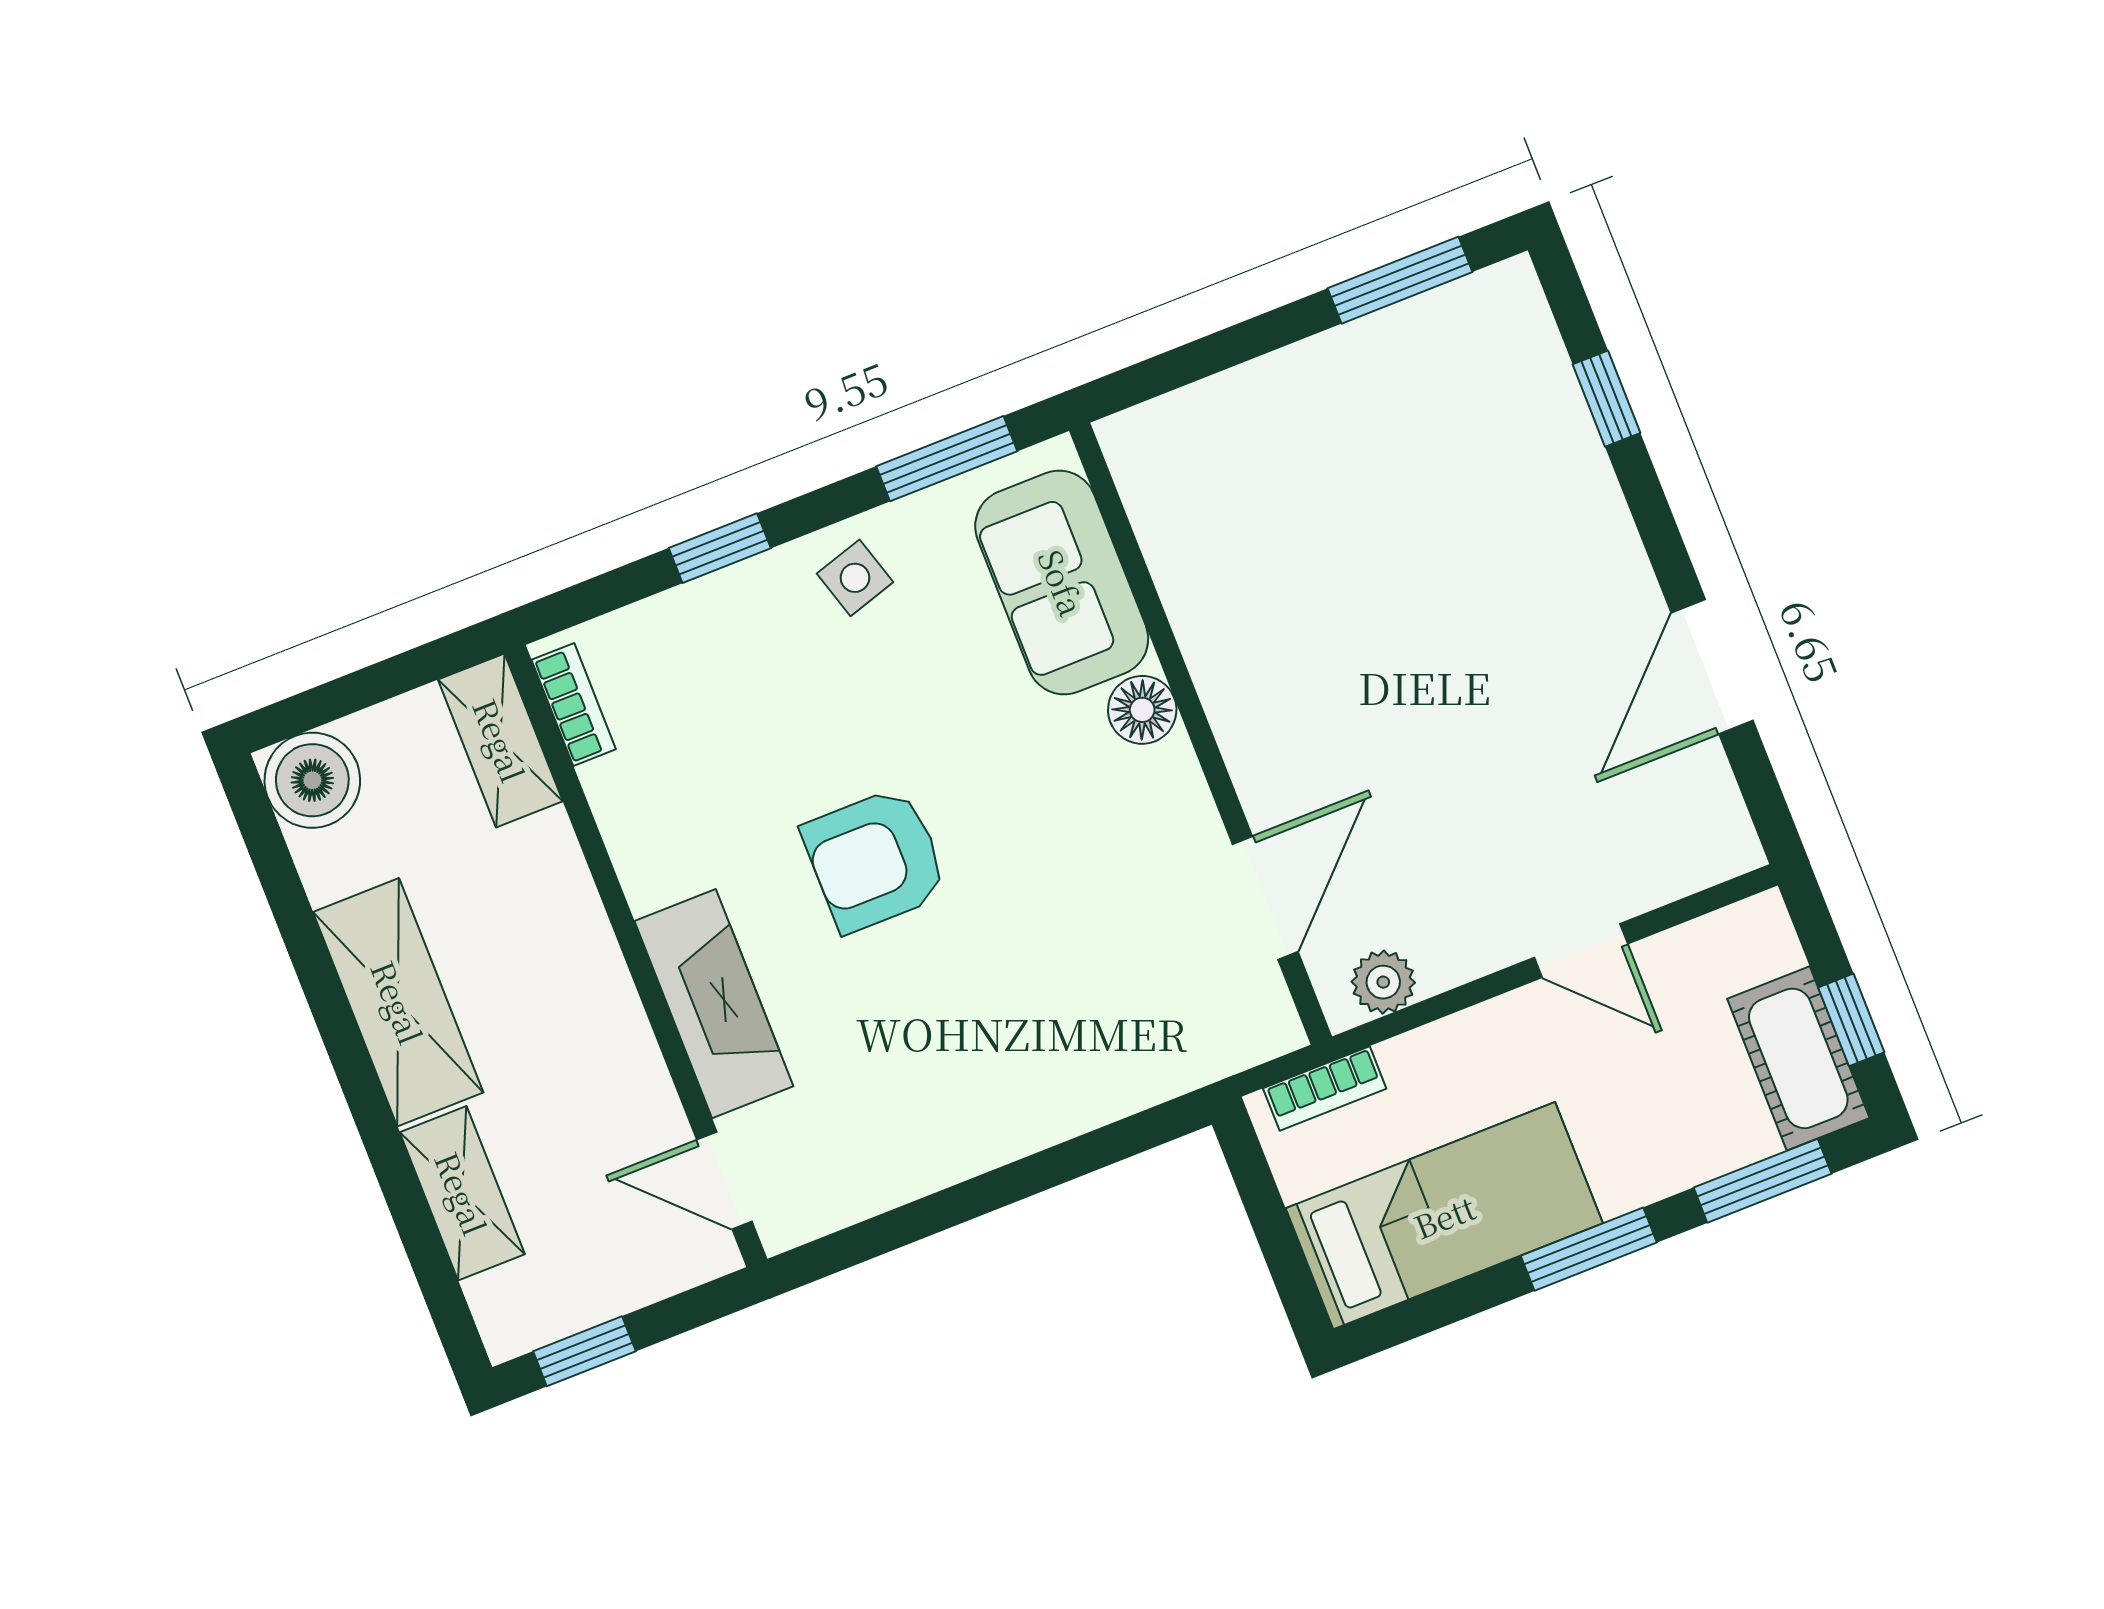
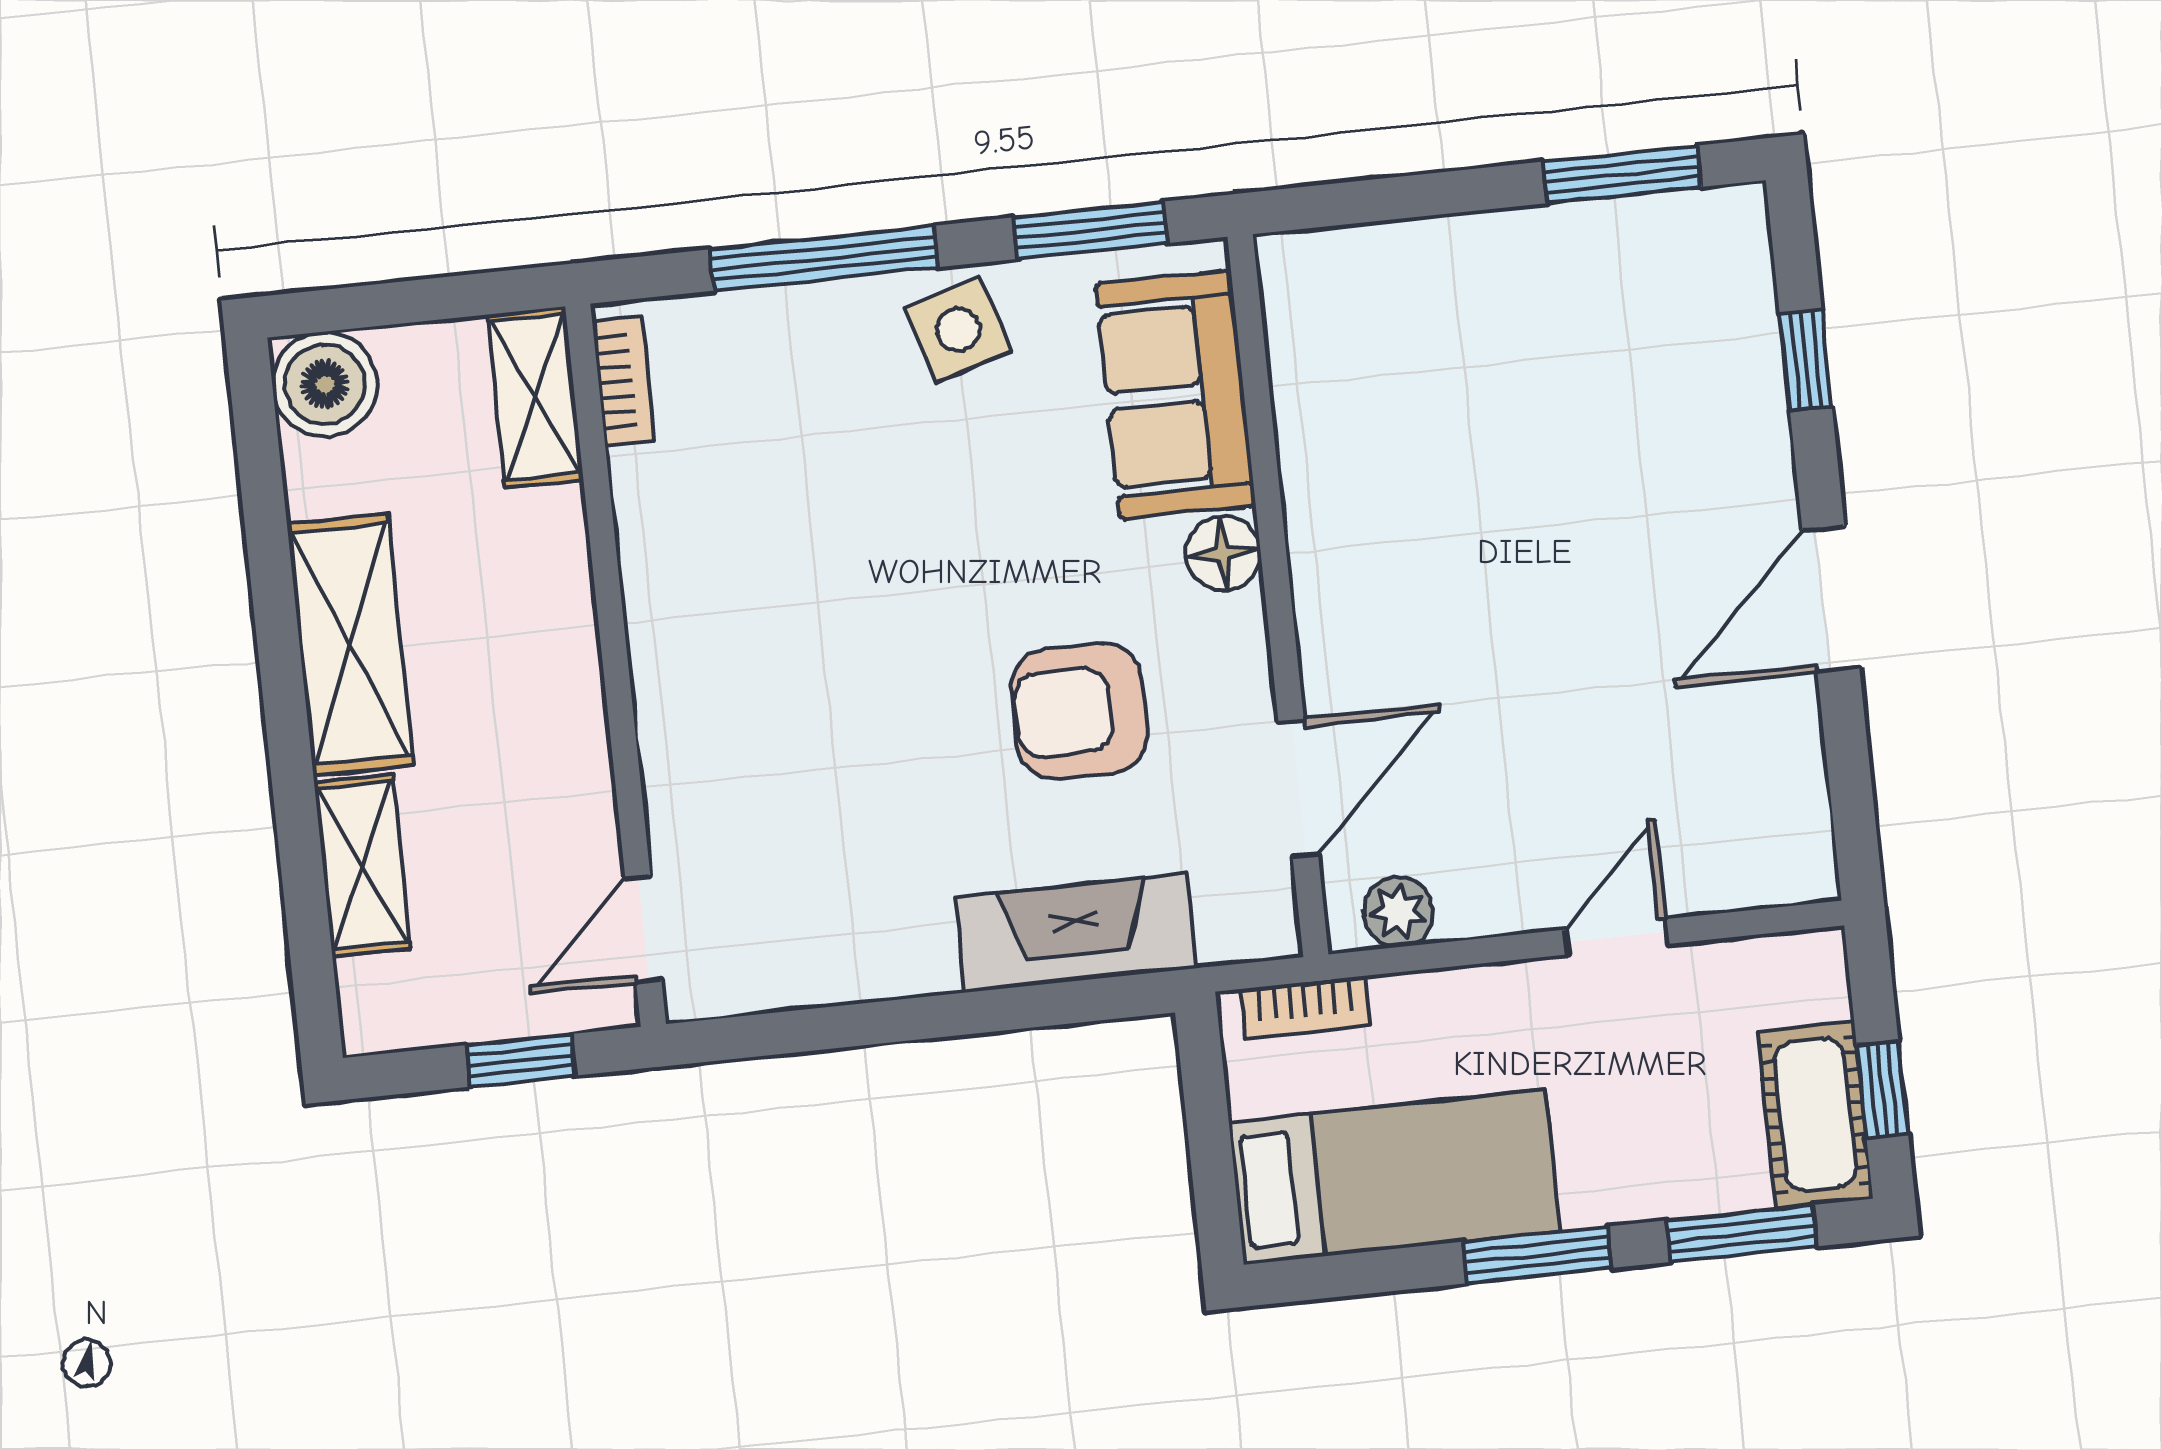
window: (720, 548) -> (824, 258), width x2.17
side table: (855, 578) -> (958, 329), width x1.37, depth x1.37
door: (1712, 667) -> (1831, 599), moved
armchair: (875, 860) -> (1079, 711), moved
door: (1581, 951) -> (1617, 937), swing flipped
fireplace: (714, 1004) -> (1075, 933), moved, turned -90
door: (724, 1181) -> (643, 929), hinge flipped
window: (584, 1351) -> (520, 1060), moved

